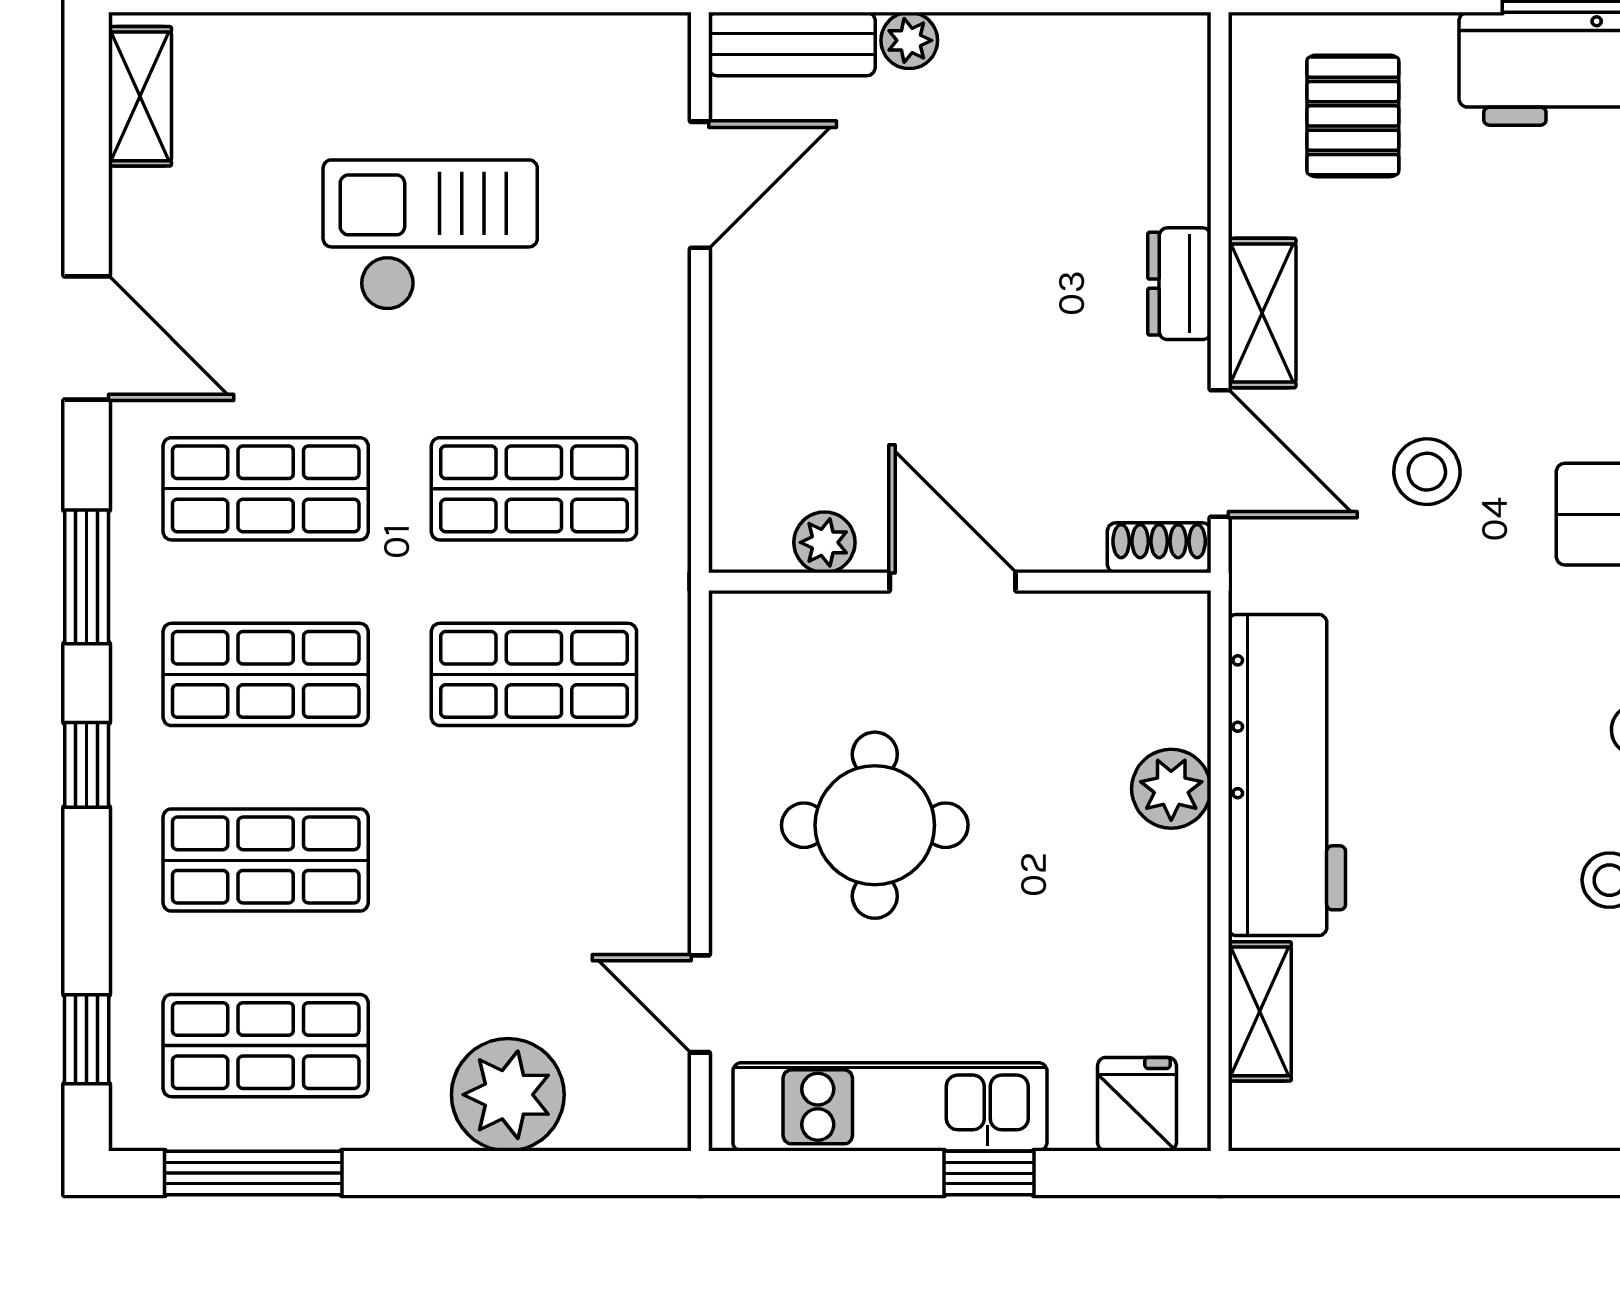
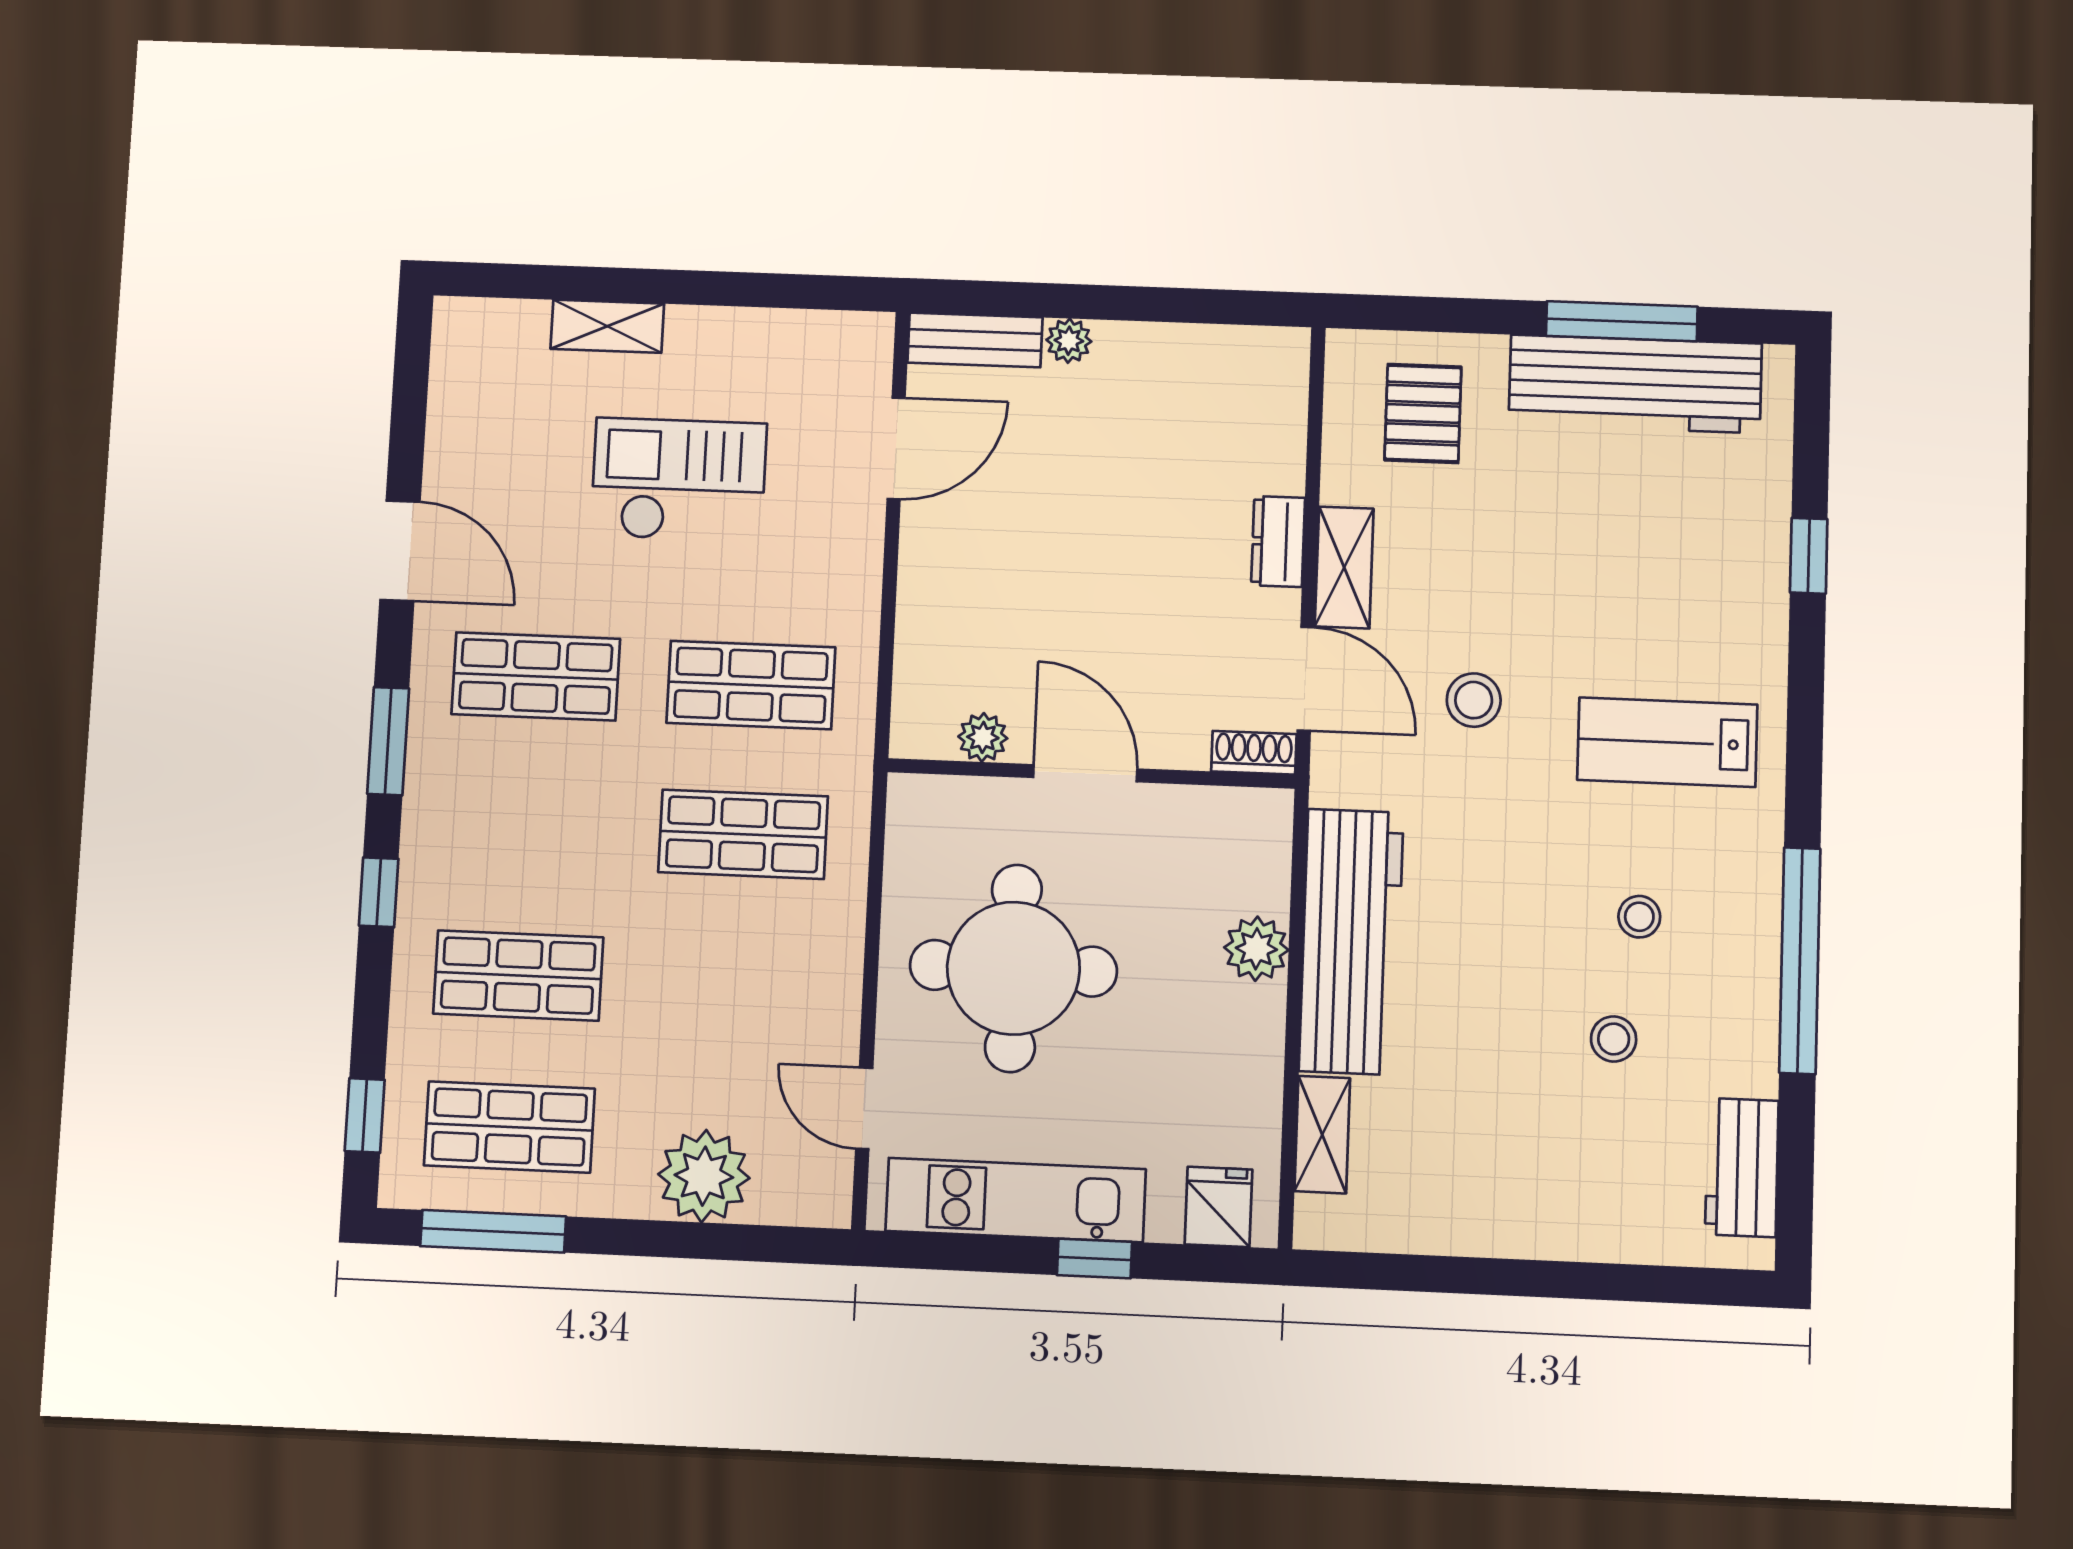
shelving: (140, 96) -> (607, 326), moved, turned 90
shop shelf: (266, 674) -> (527, 825), removed
round table: (875, 825) -> (1013, 968), width x1.36, depth x1.36

